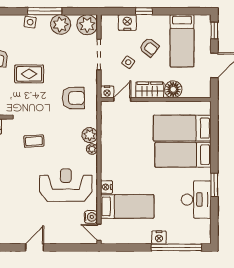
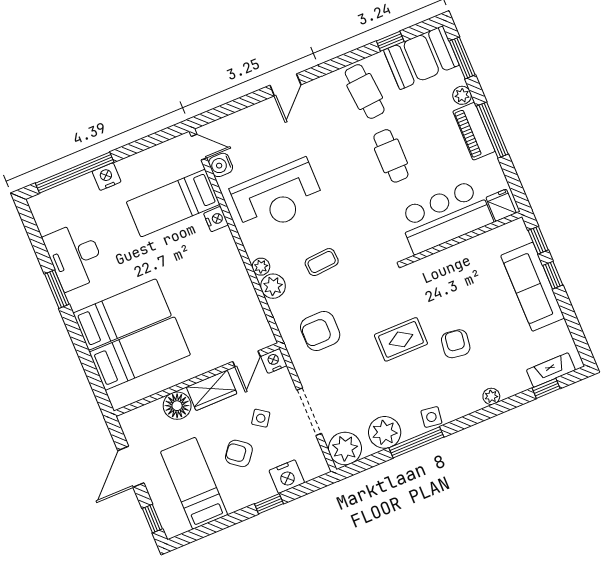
coffee table: (34, 141) -> (322, 262), moved

